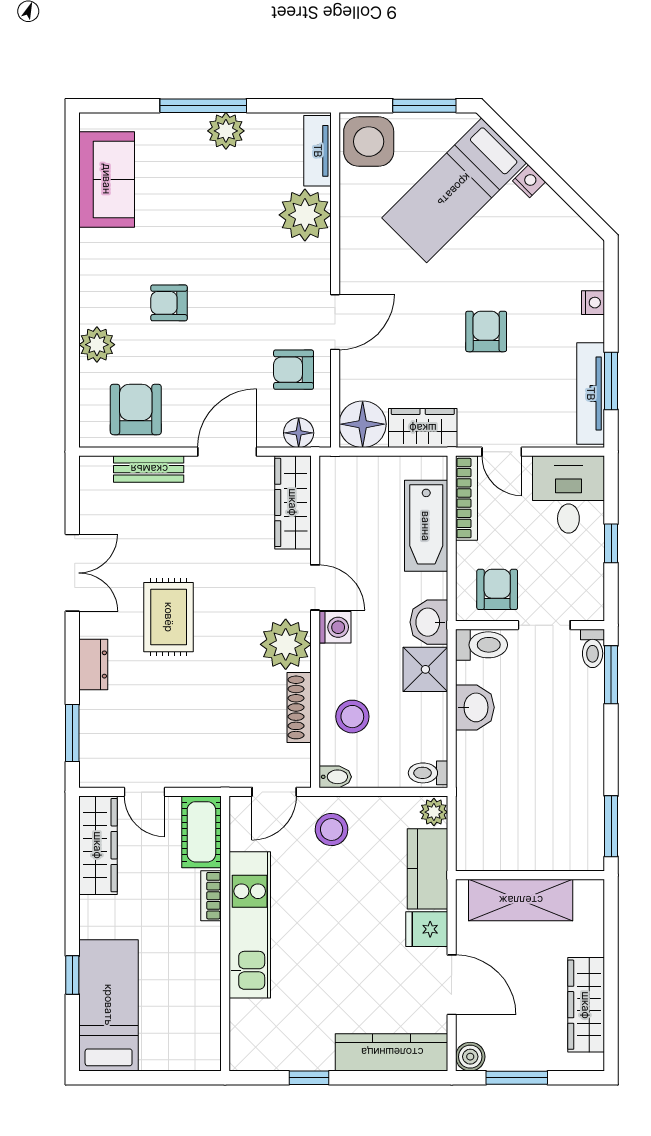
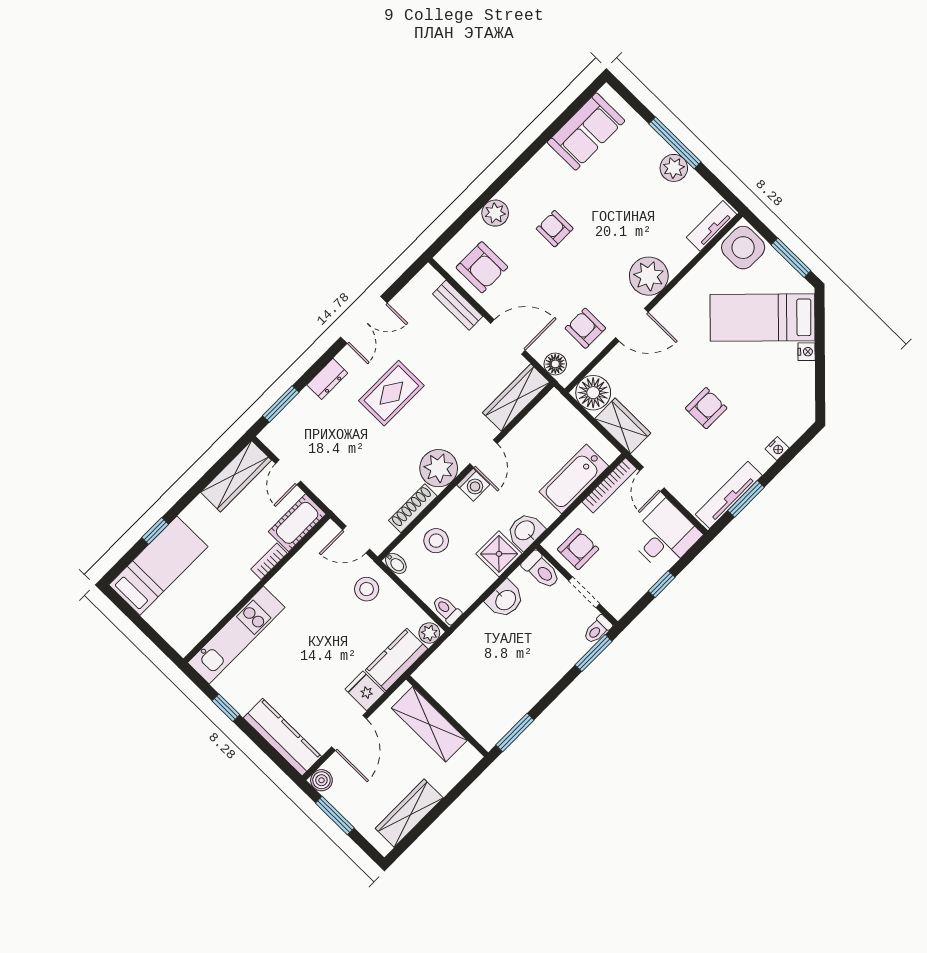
plant: (305, 215) -> (649, 276), moved
armchair: (136, 409) -> (482, 267), turned 90
kitchen unit: (250, 925) -> (236, 635), moved

